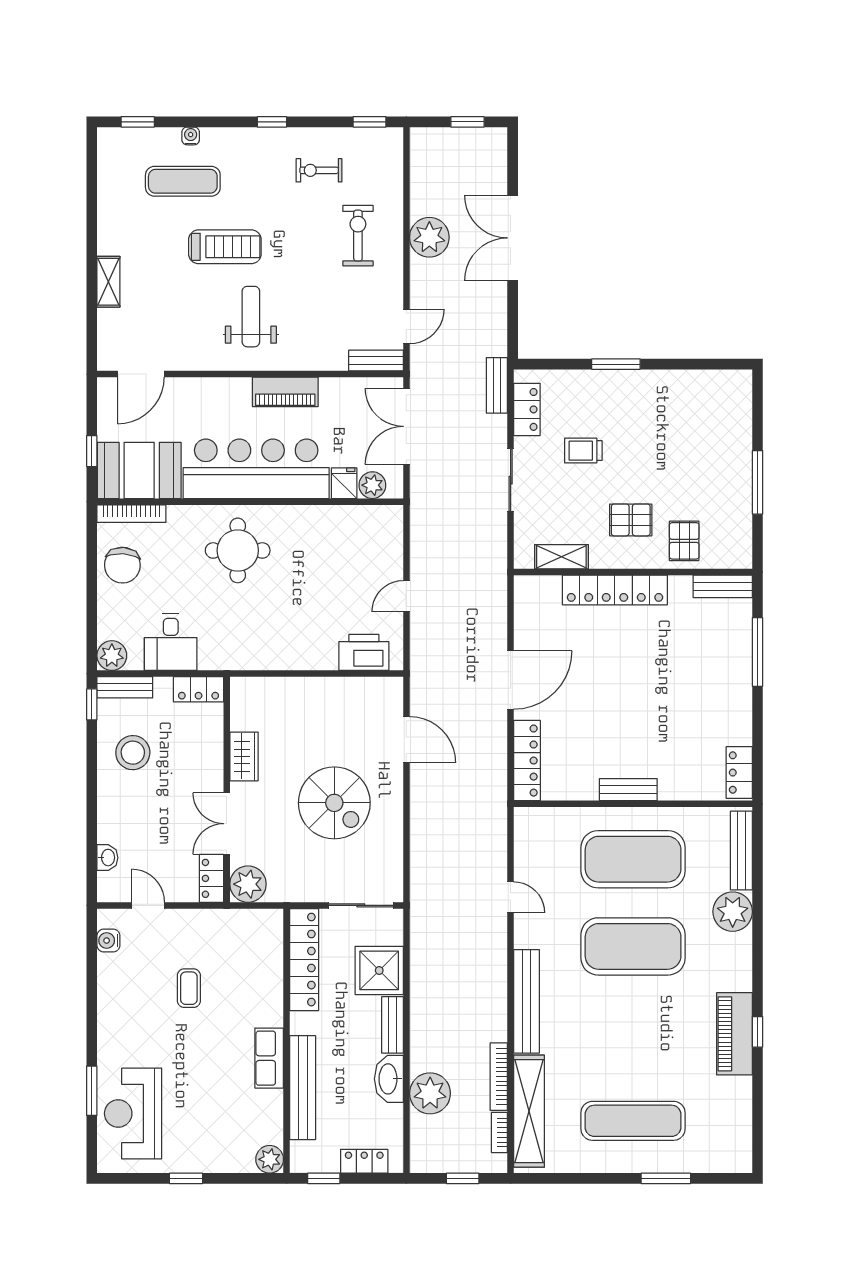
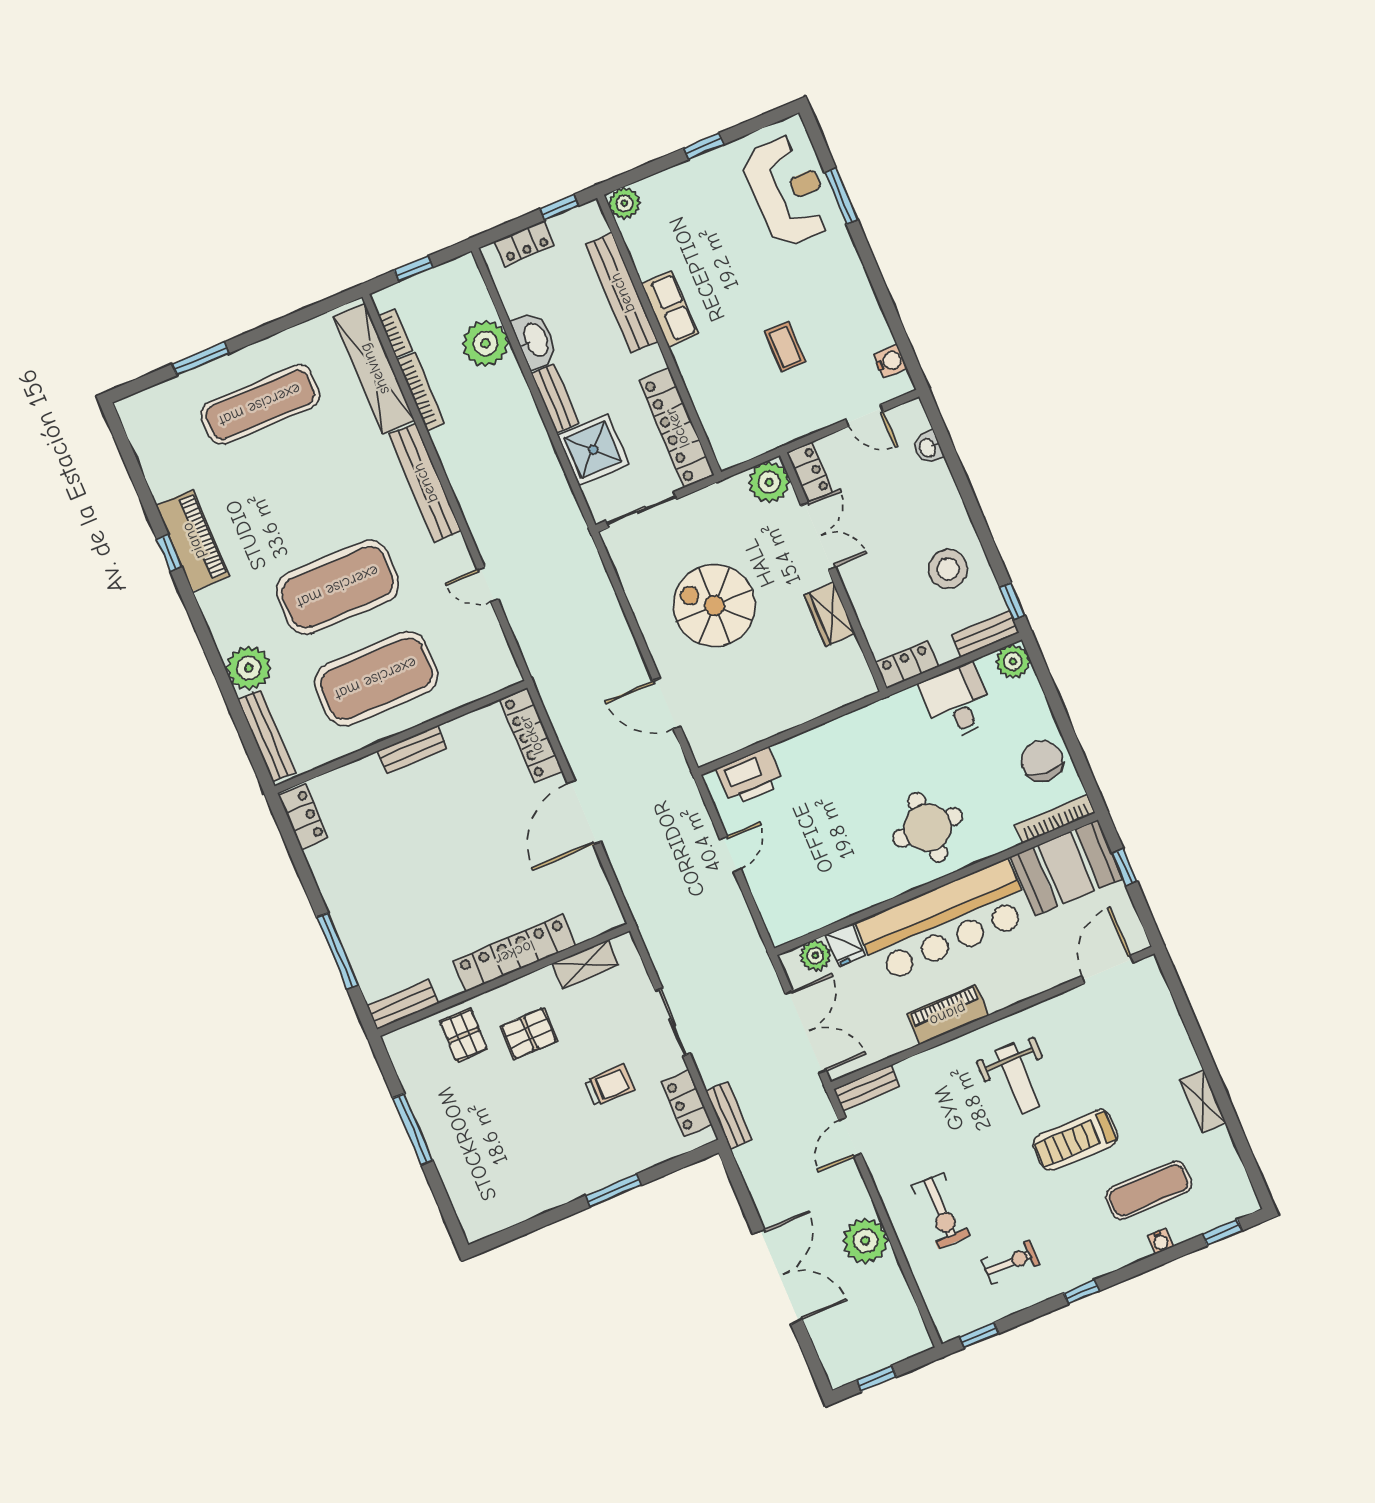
shelving: (108, 282) -> (1203, 1101), moved

